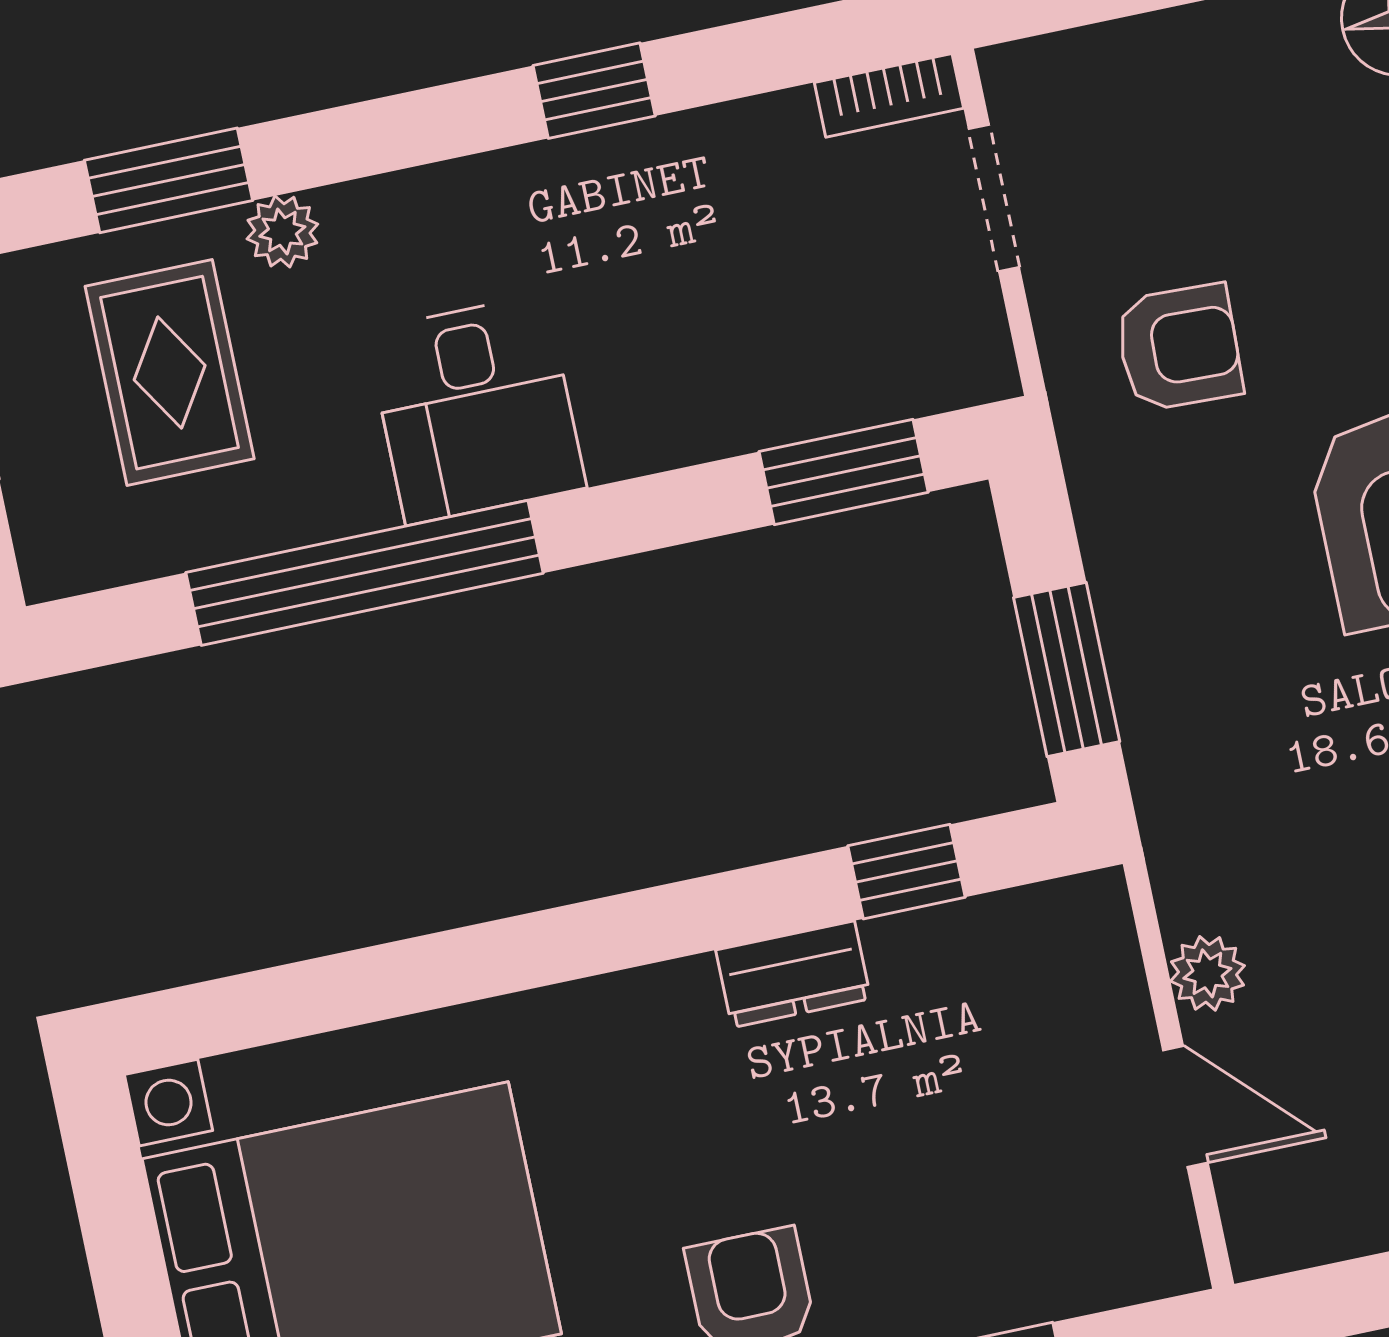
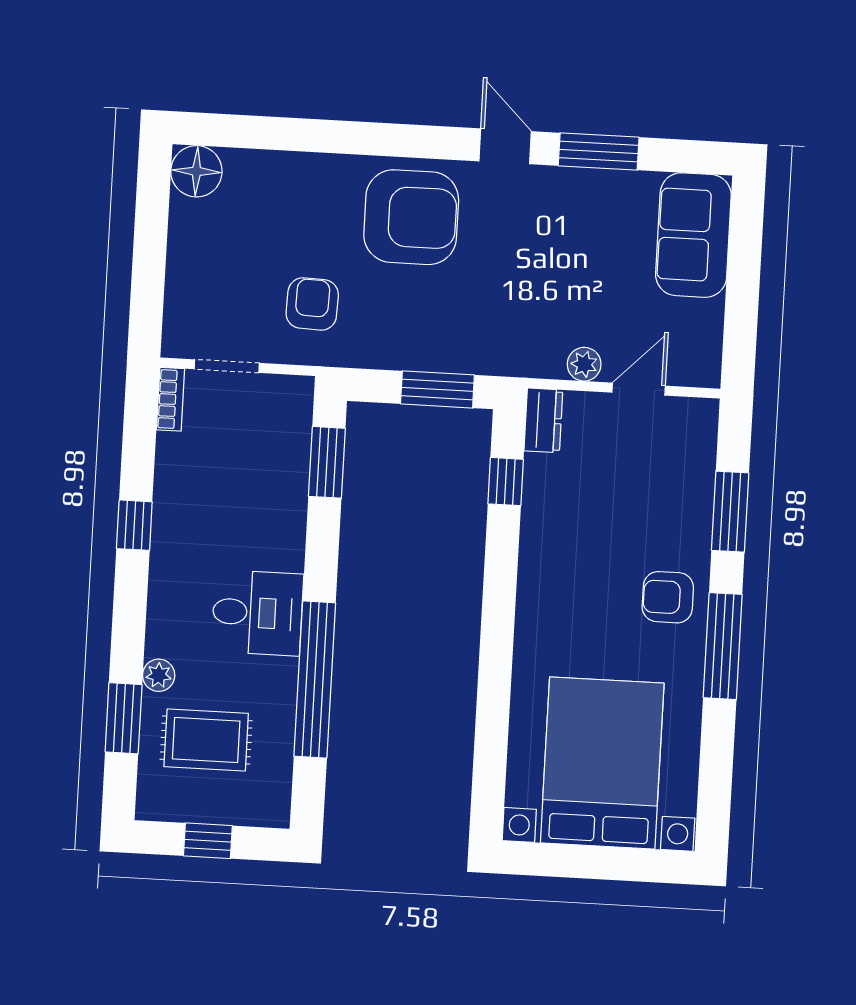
dresser: (793, 974) -> (543, 420), moved

